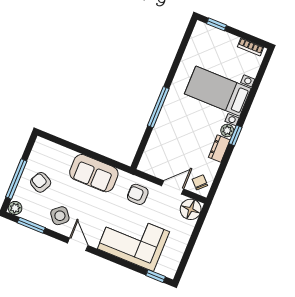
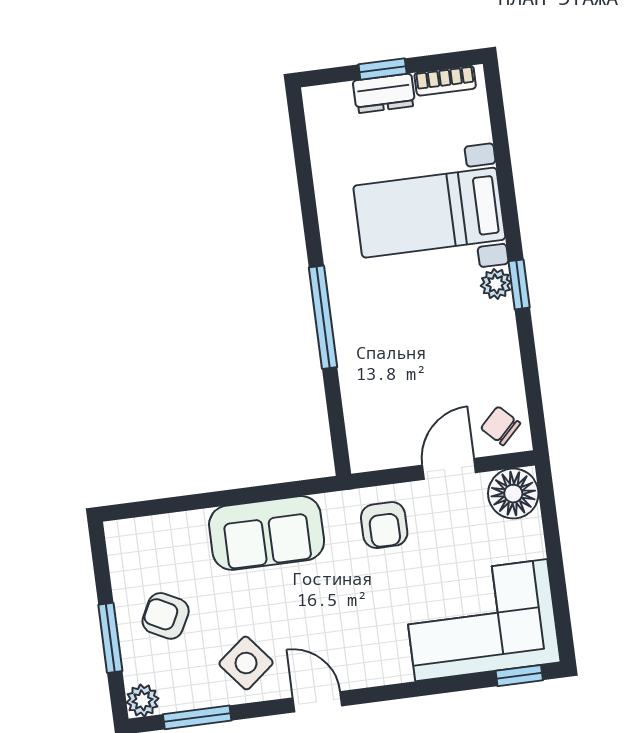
window: (217, 24) -> (383, 69), moved
dresser: (219, 149) -> (384, 93), moved, turned -90
window: (16, 179) -> (110, 638), width x0.69
armchair: (138, 194) -> (384, 525), turned -90
corner sofa: (133, 240) -> (481, 620), moved

